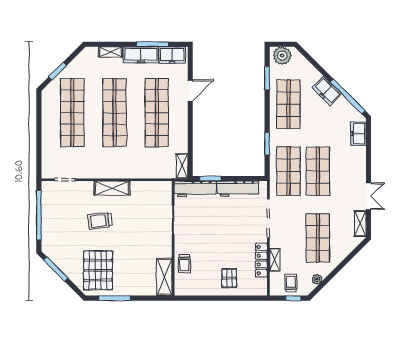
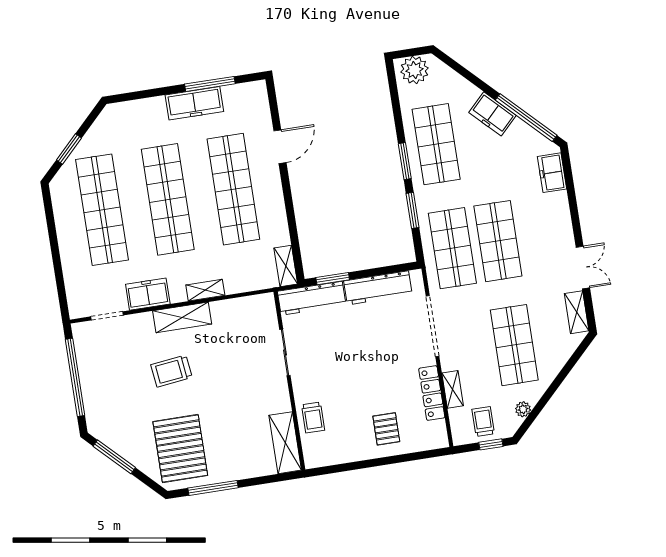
shelving: (111, 52) -> (205, 290), moved
freezer: (172, 55) -> (148, 294), moved, turned 180
window: (267, 78) -> (405, 161), moved

